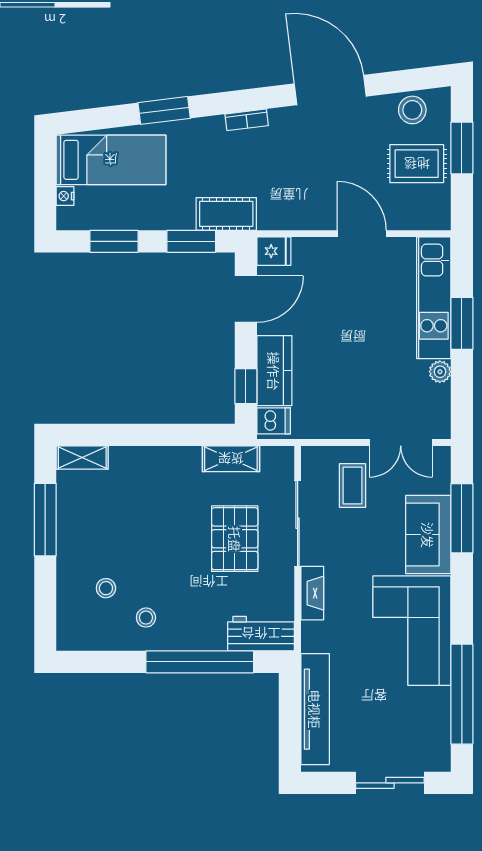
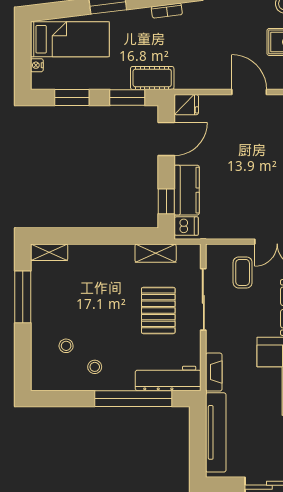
fireplace: (312, 593) -> (214, 372), moved
workbench: (261, 634) -> (168, 378), width x1.38

